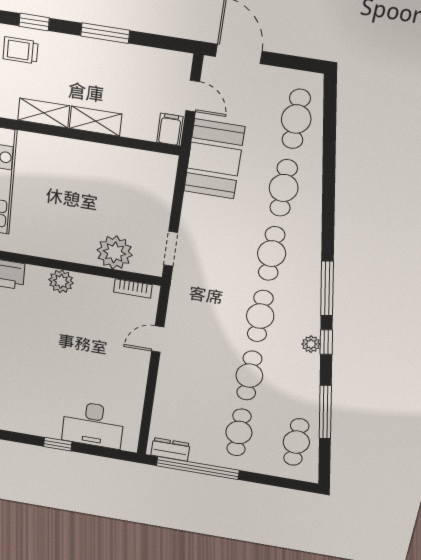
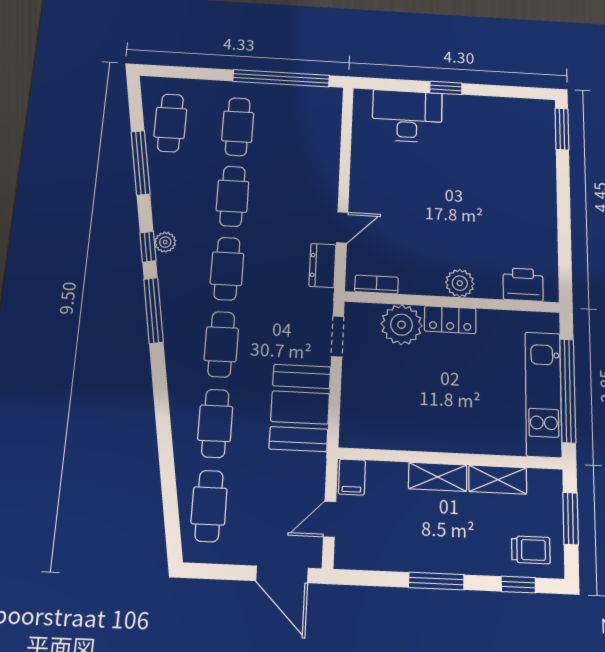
door: (193, 96) -> (330, 519), hinge flipped
booth: (214, 159) -> (300, 407), moved
locker: (72, 252) -> (450, 320), added
dresser: (170, 449) -> (322, 265), moved, turned 90

